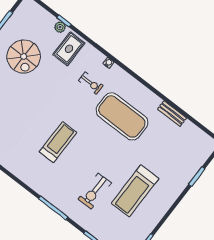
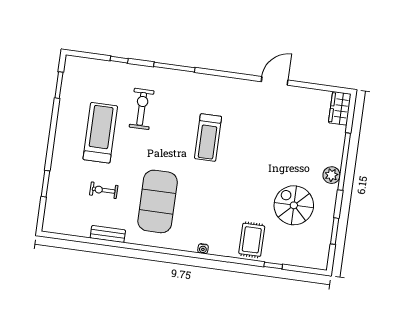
plant: (60, 27) -> (274, 257), removed
exercise bike: (91, 83) -> (104, 190), moved
exercise mat: (122, 116) -> (158, 201), turned 90

